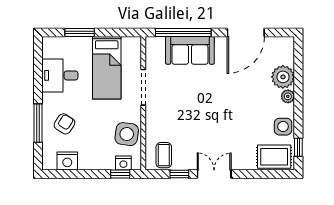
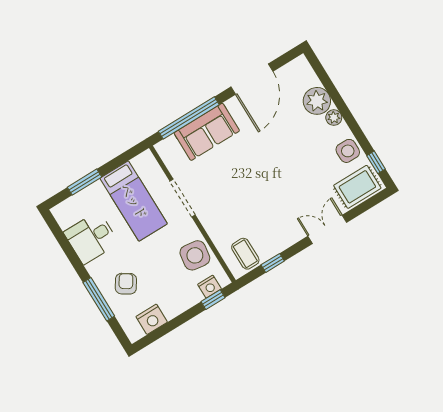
double door: (214, 174) -> (327, 229), moved

